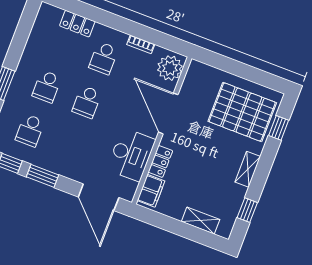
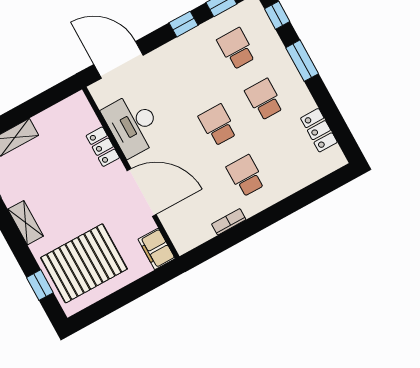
locker: (77, 24) -> (319, 130), moved, turned -90
plant: (170, 68) -> (183, 230), removed
window: (42, 176) -> (183, 24), width x0.67
filing cabinet: (151, 191) -> (157, 249), moved

